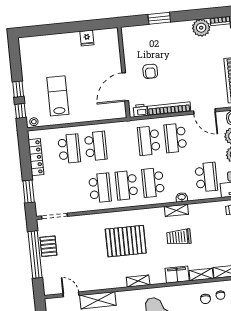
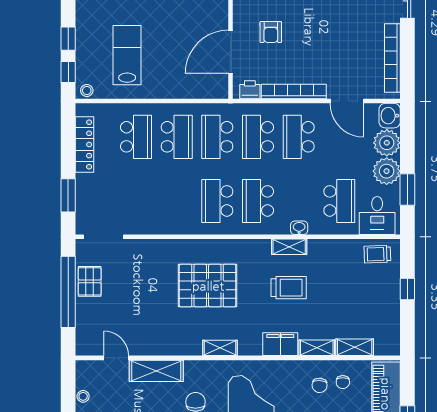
school desk: (100, 188) -> (217, 137), moved, turned 180
trolley: (179, 237) -> (289, 288), turned 180

